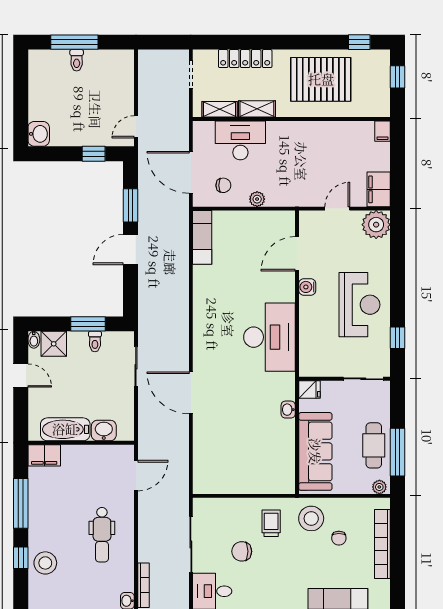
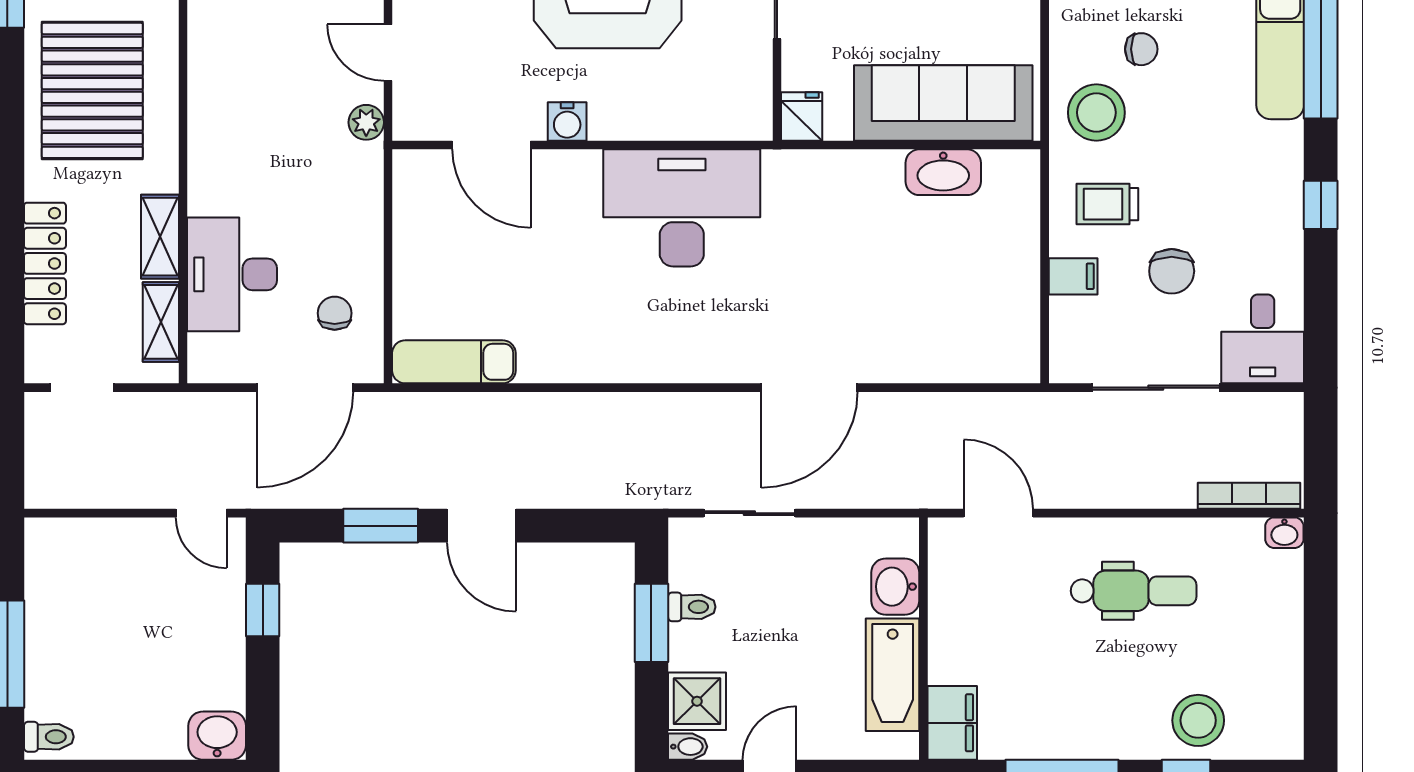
toilet: (77, 60) -> (49, 737), moved
plant: (257, 199) -> (366, 122), moved
washbasin: (288, 410) -> (943, 172), moved, width x1.91, depth x1.45
filing cabinet: (240, 508) -> (1073, 276), added

